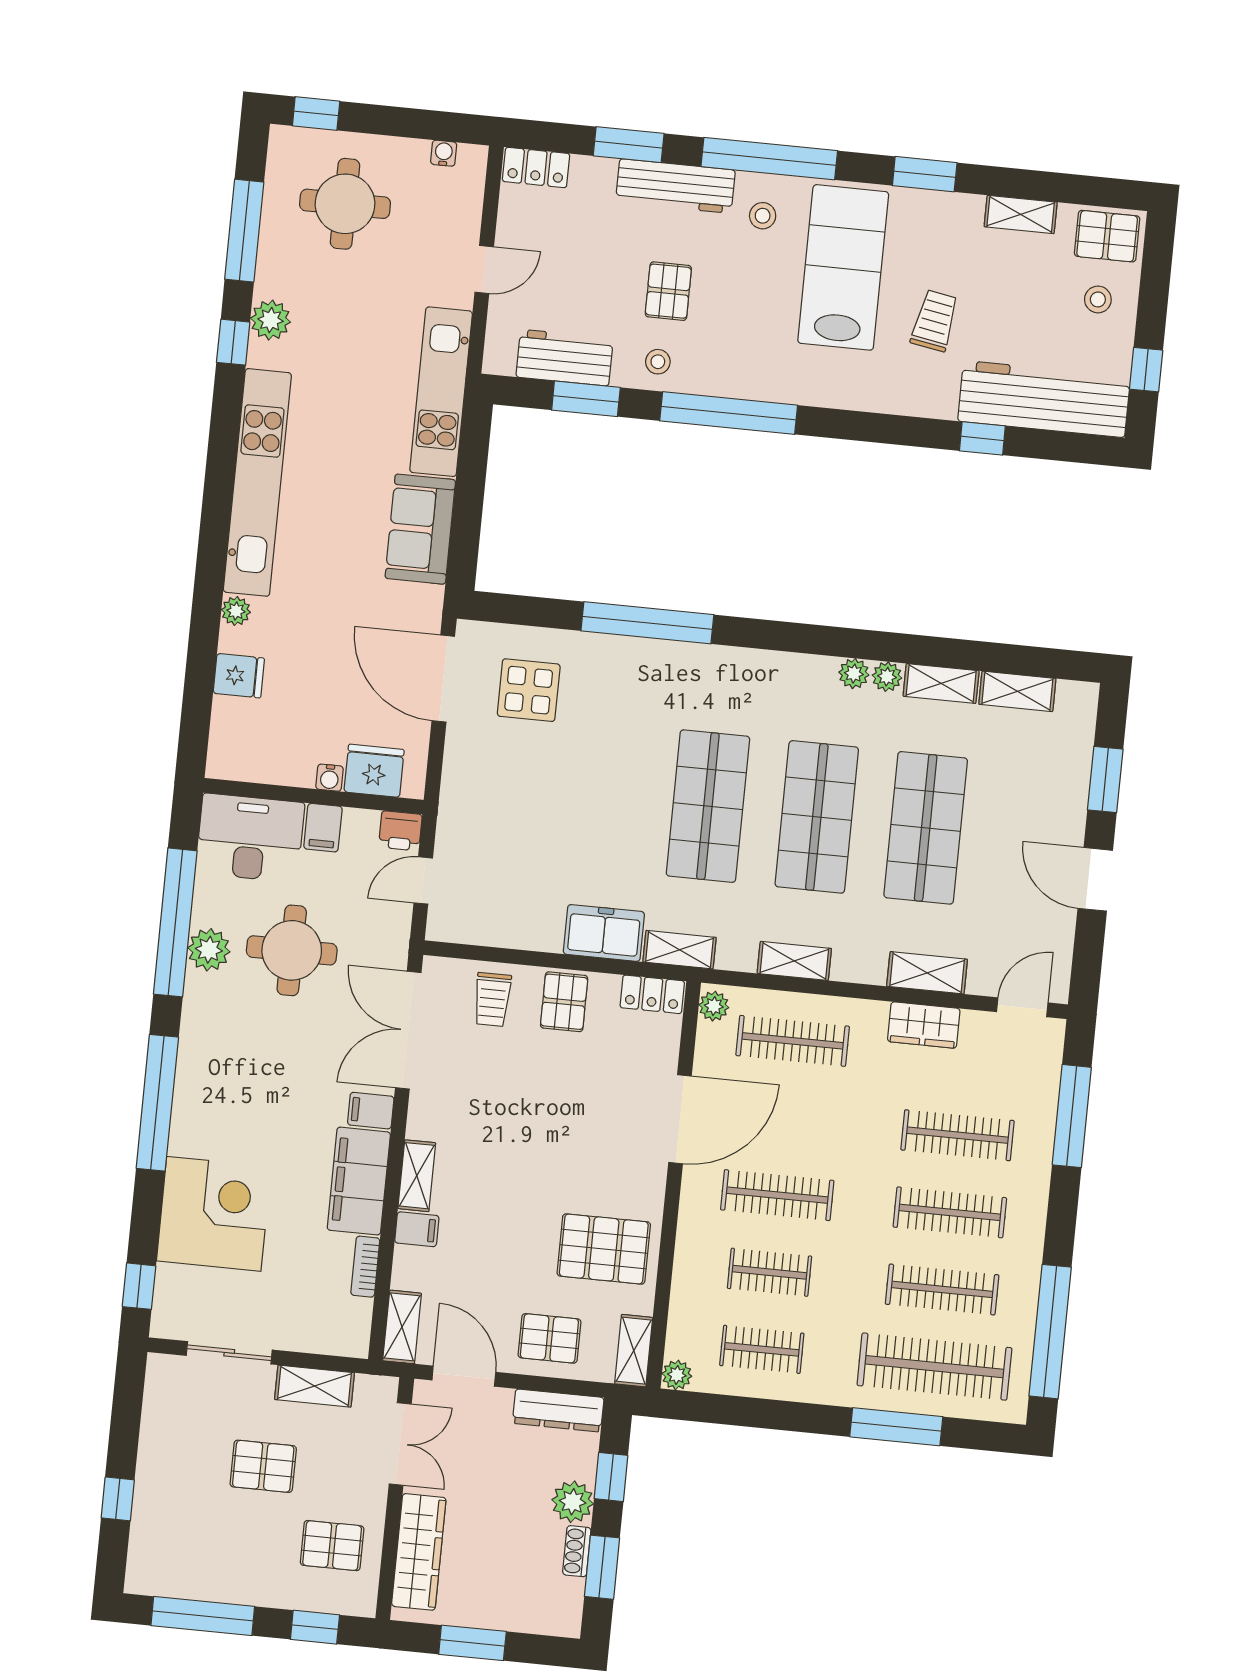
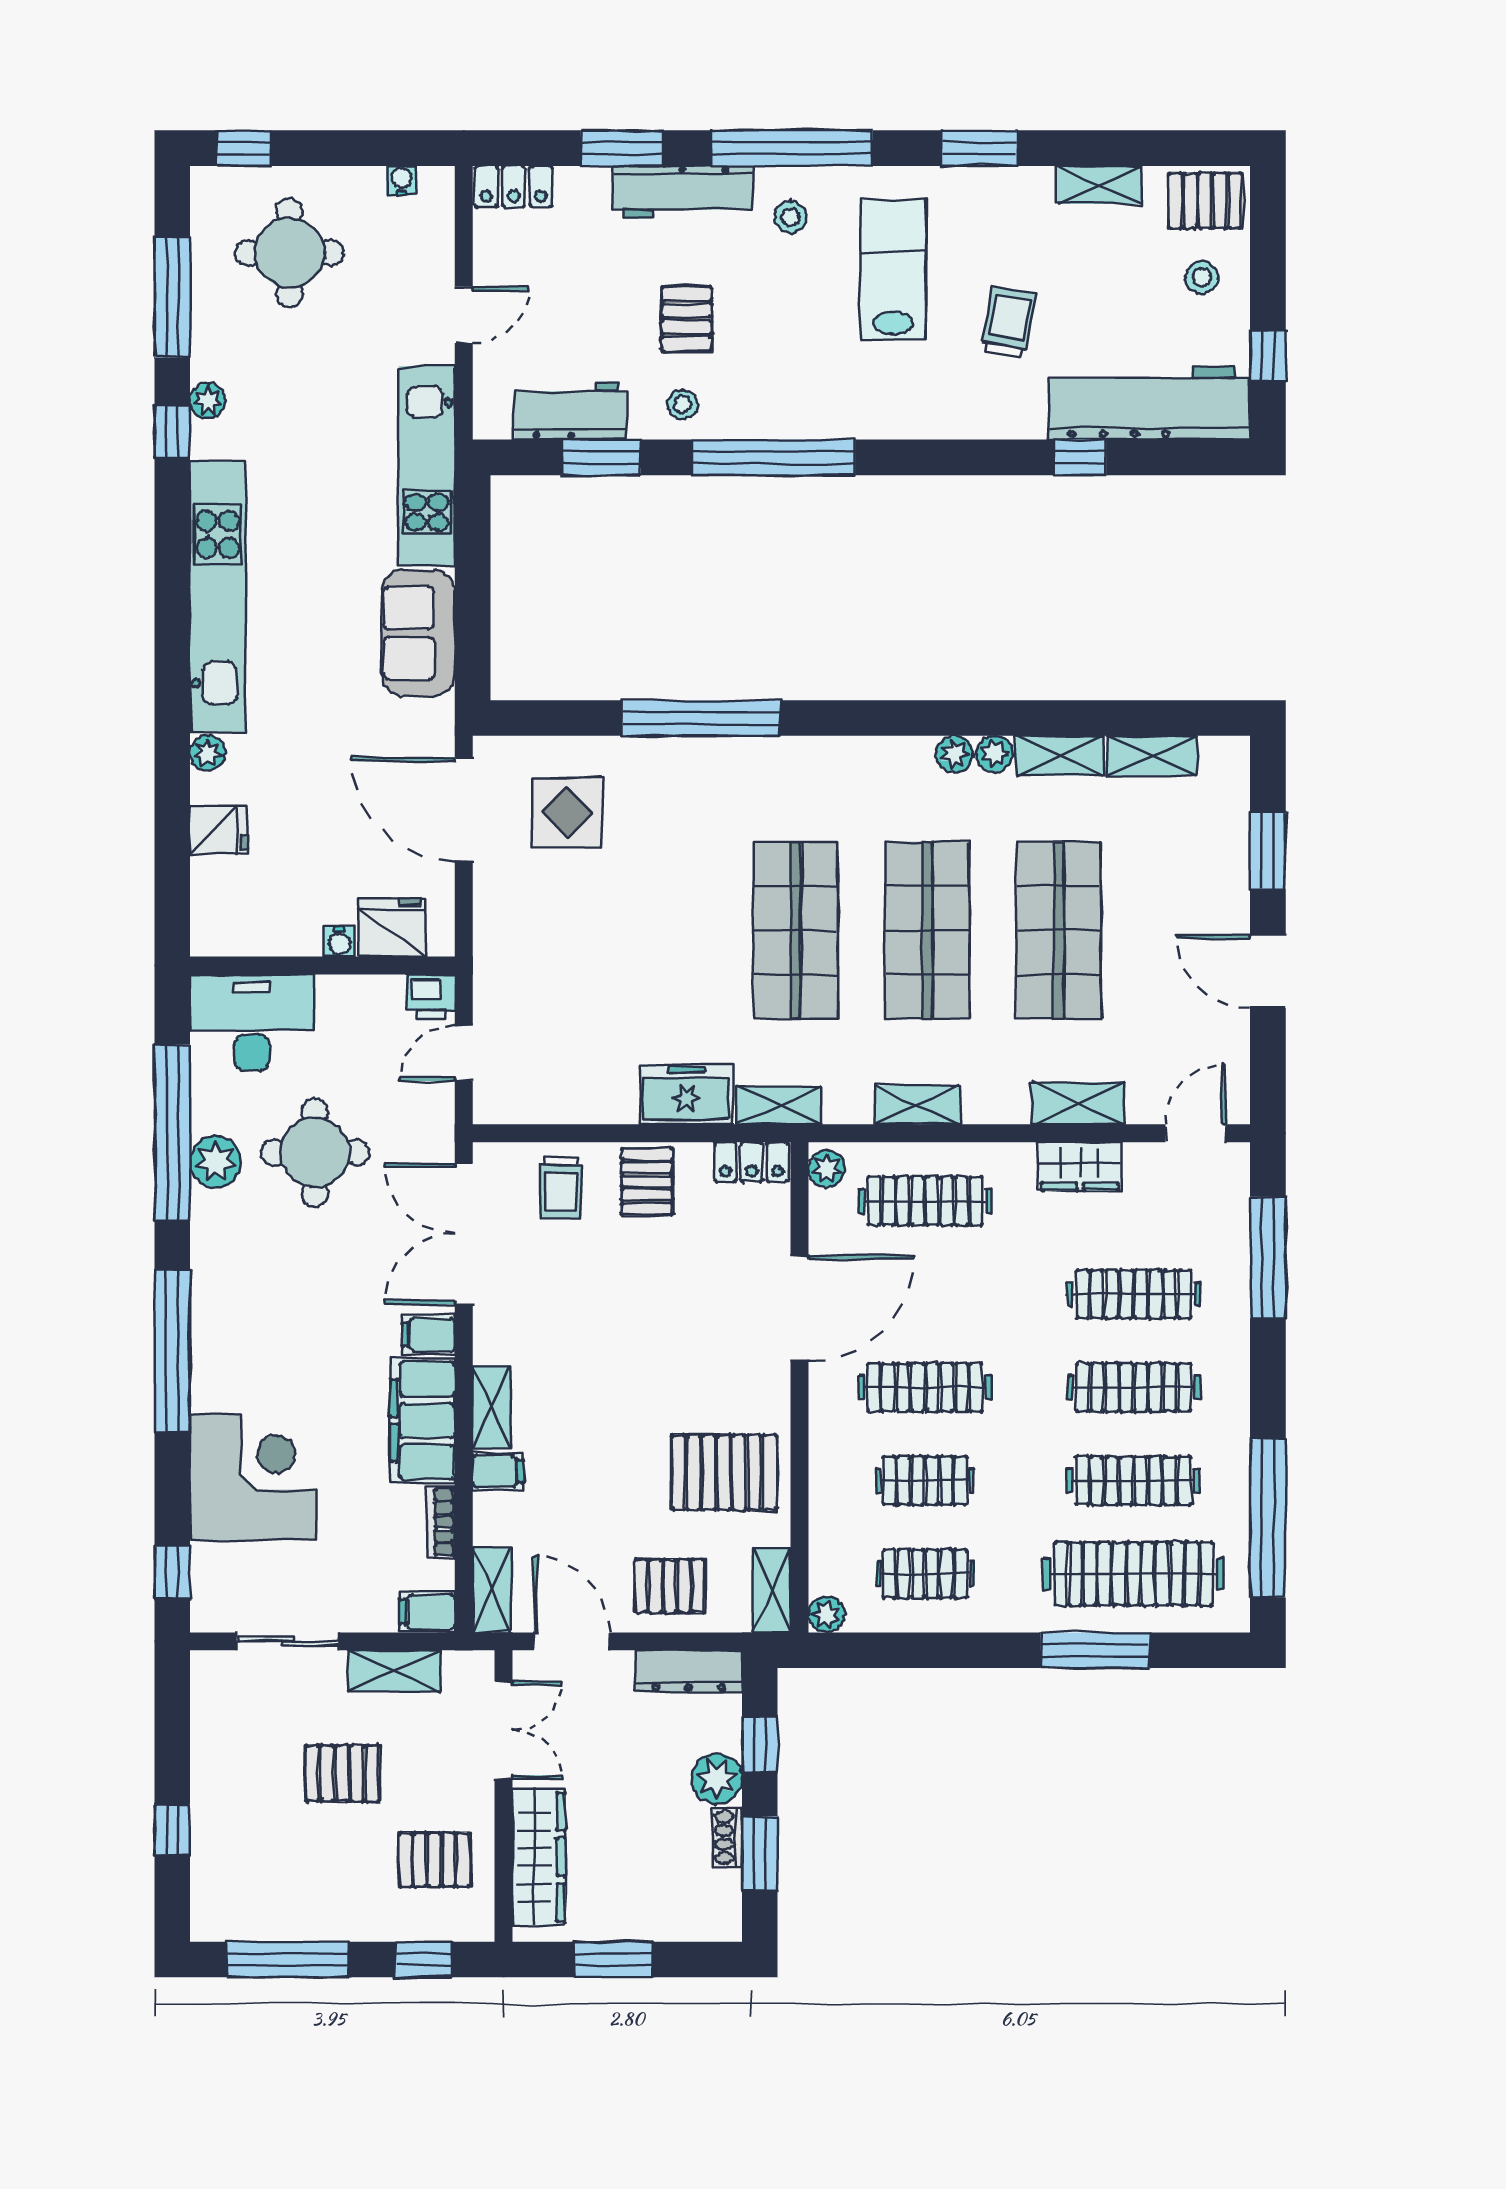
lab bench: (843, 267) -> (893, 269), width x0.73, depth x0.72
plant: (271, 320) -> (208, 401), width x0.73, depth x0.73
filing cabinet: (323, 828) -> (427, 1612), moved, turned 90

